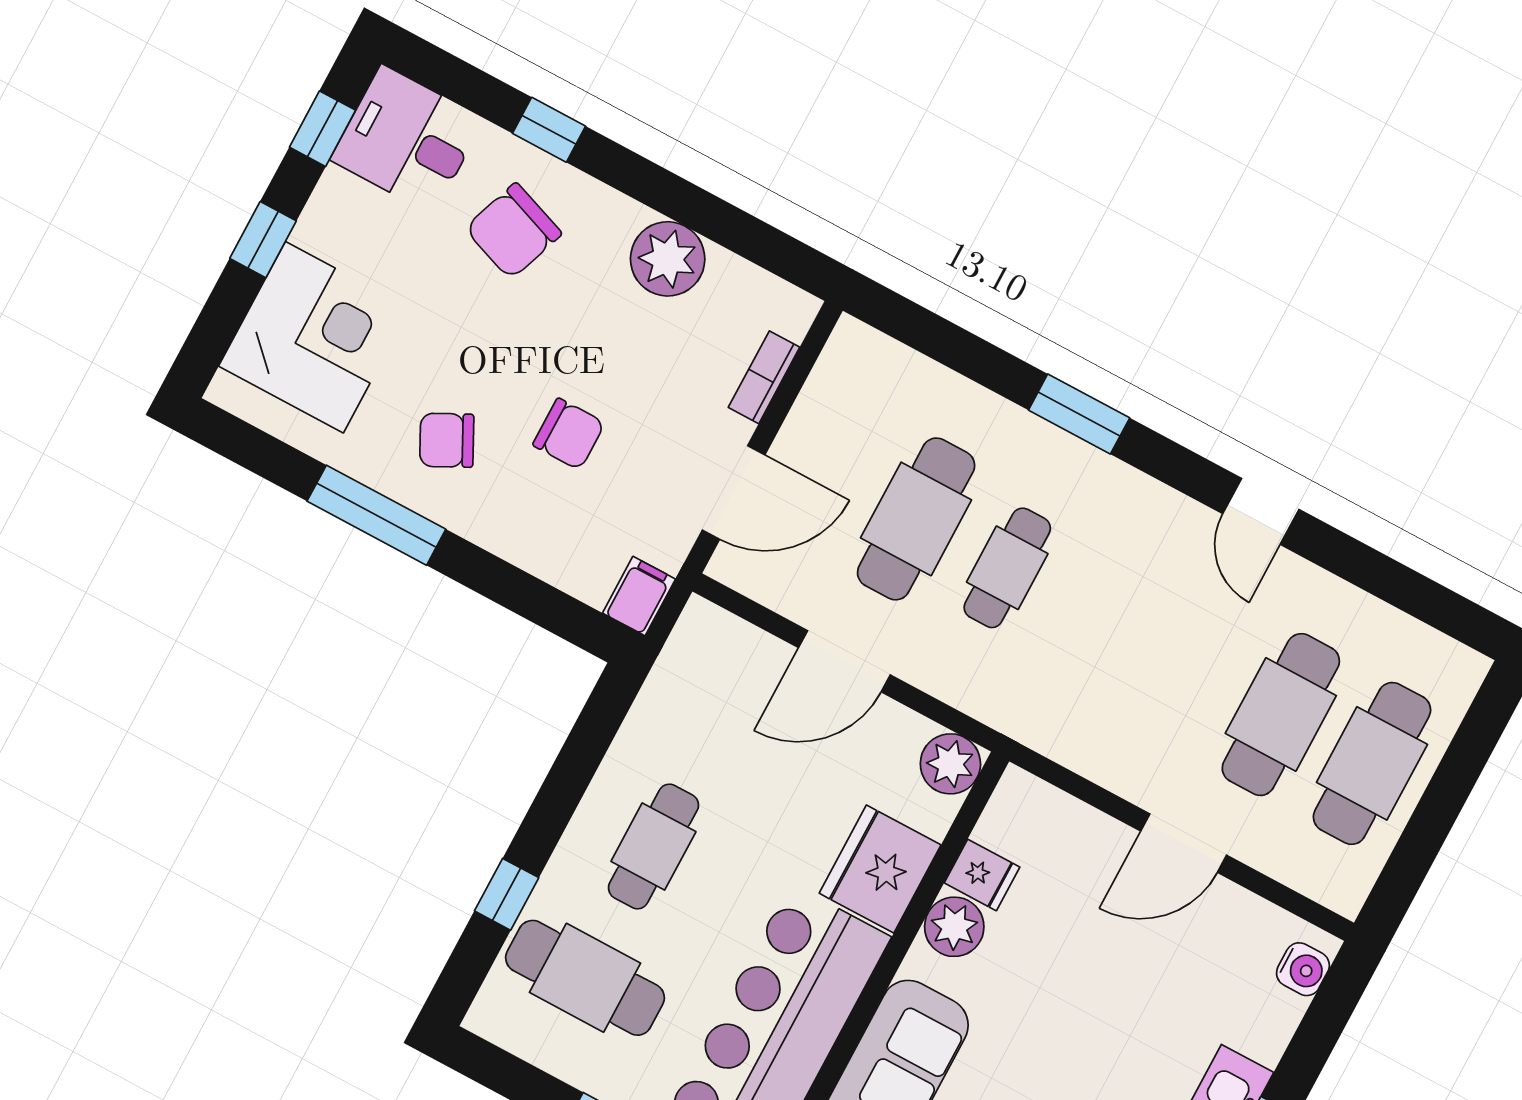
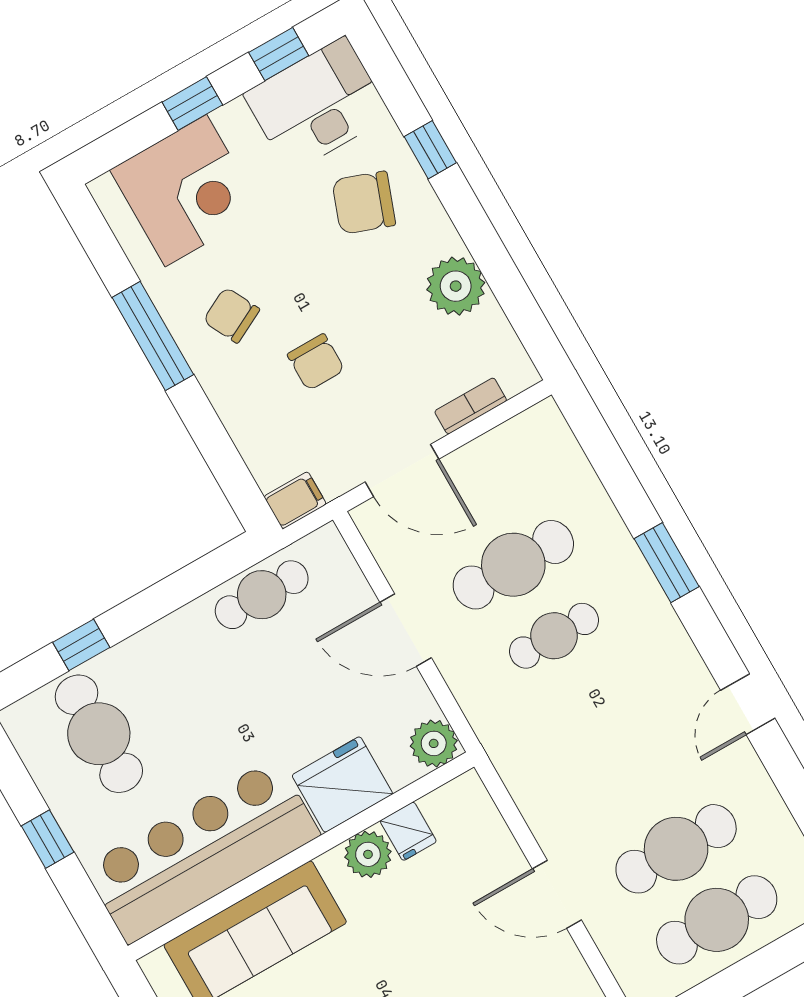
desk: (407, 139) -> (317, 105), width x1.37
cafe table: (653, 846) -> (262, 595), moved

